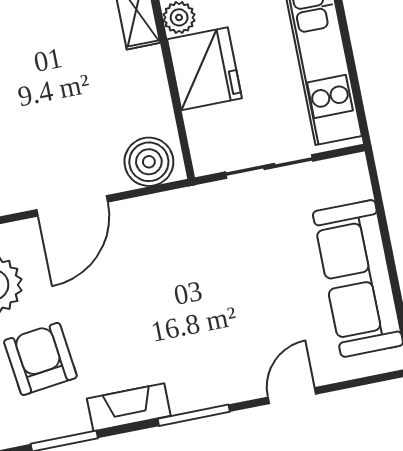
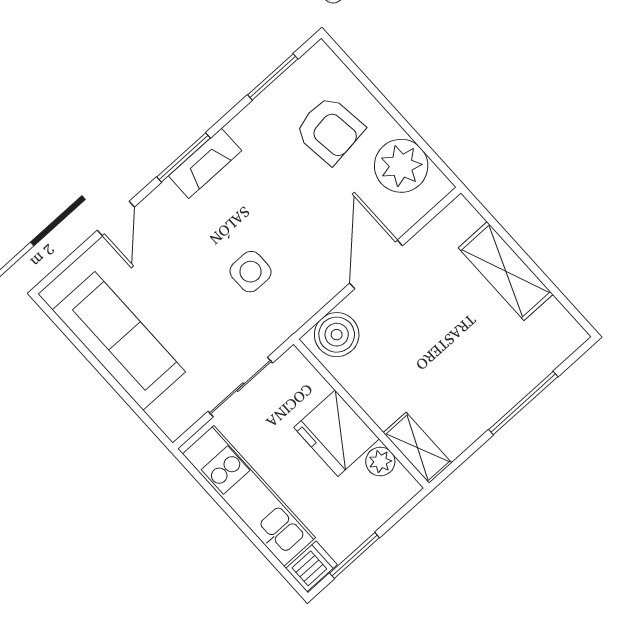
side table: (195, 270) -> (251, 272), added
fireplace: (129, 407) -> (205, 163), moved

